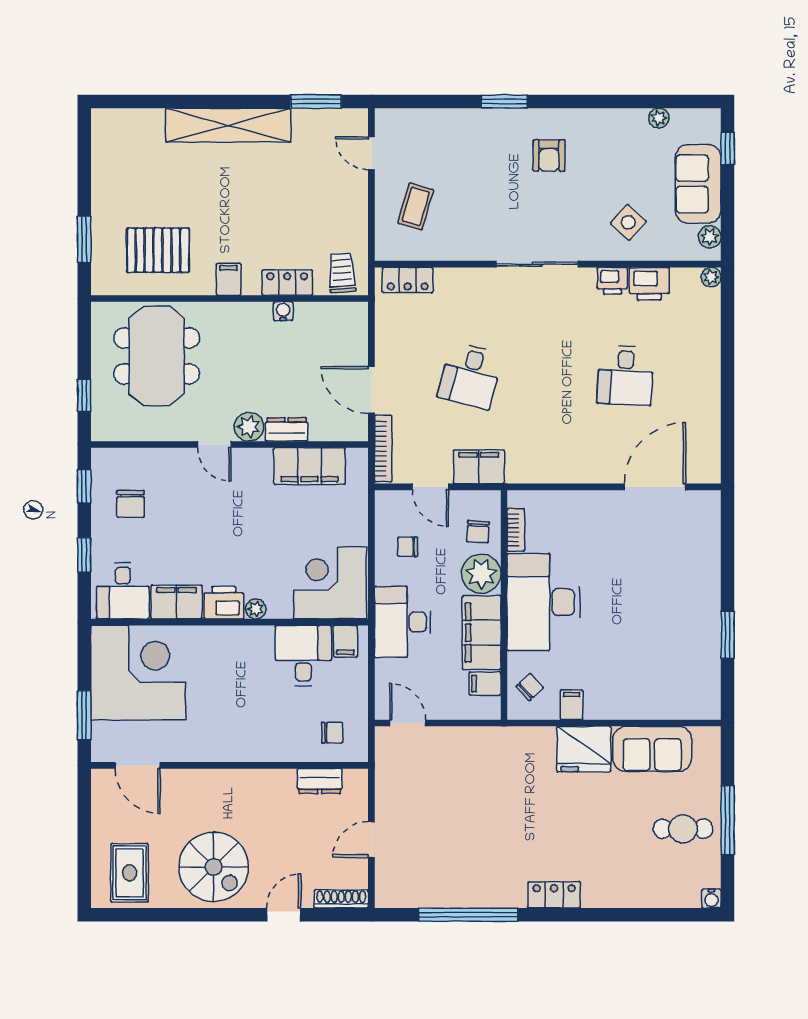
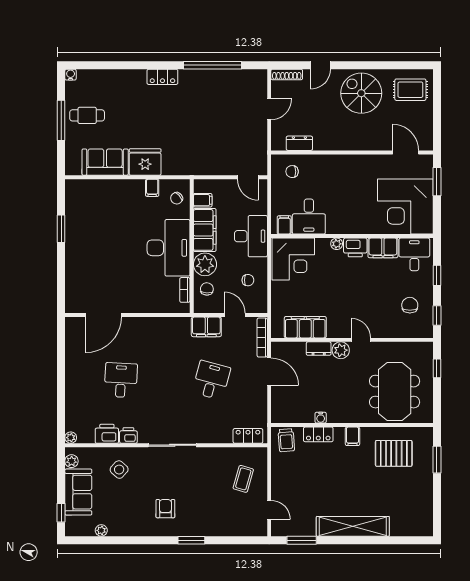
rug: (130, 873) -> (410, 90), turned 90

